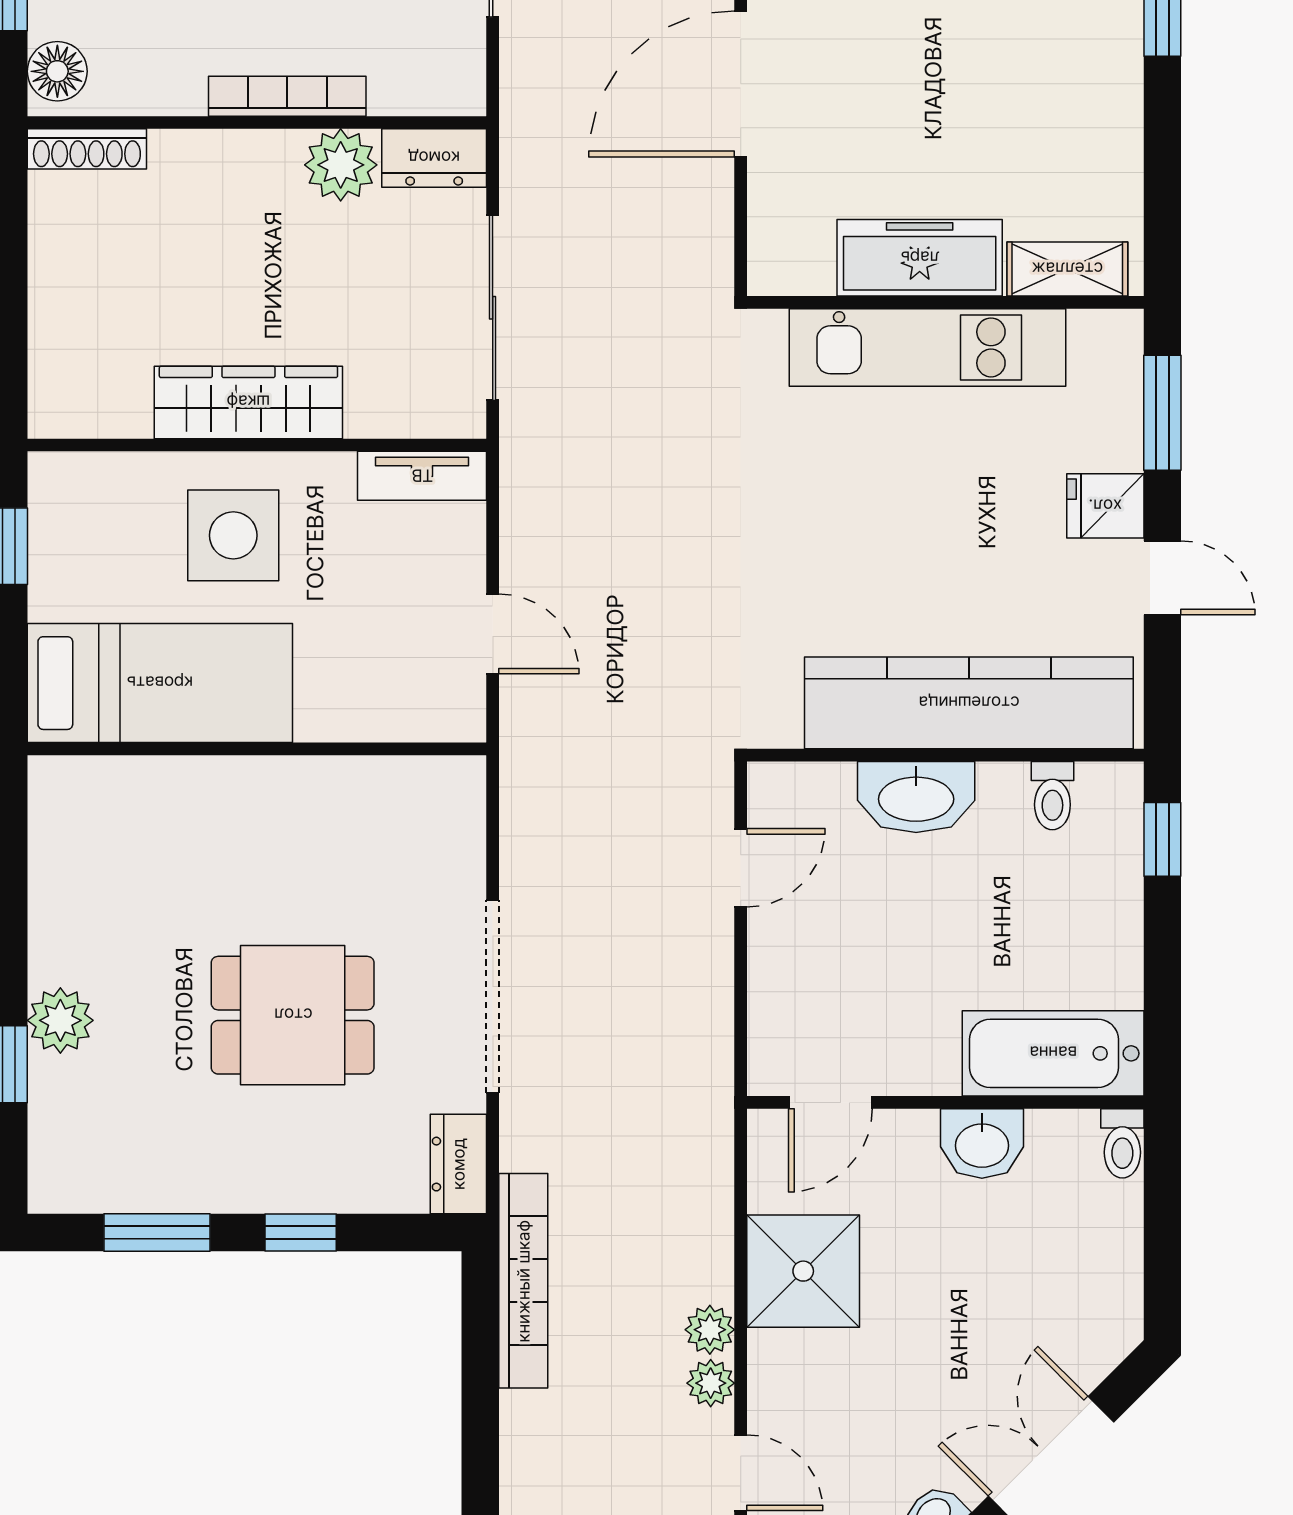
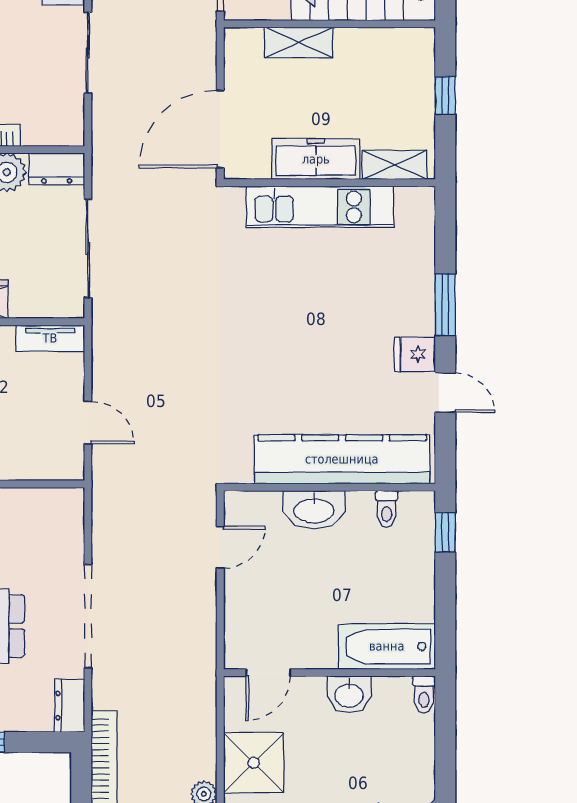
freezer: (920, 258) -> (316, 159), moved
shelving: (1067, 269) -> (395, 165), moved
wall: (945, 302) -> (329, 183), moved
kitchen unit: (927, 347) -> (320, 207), moved

